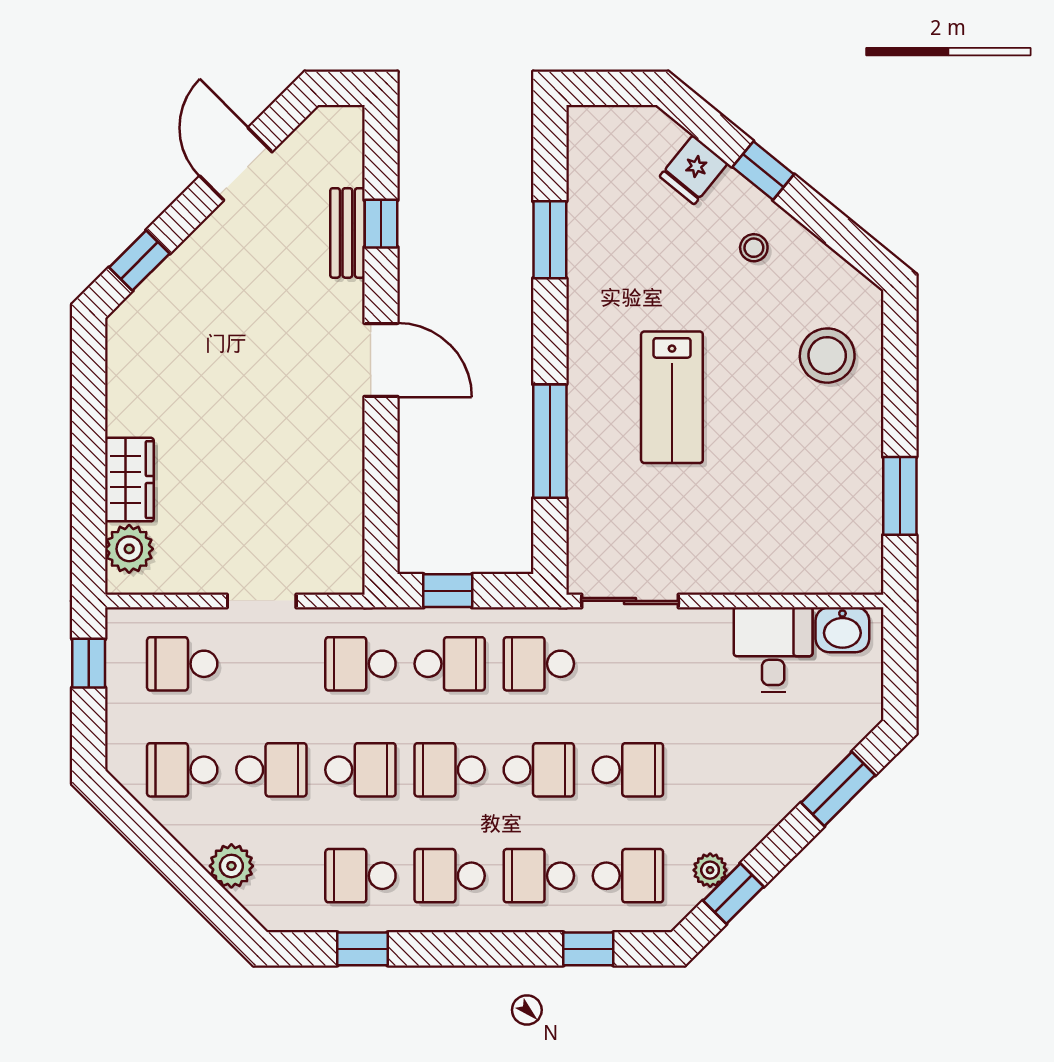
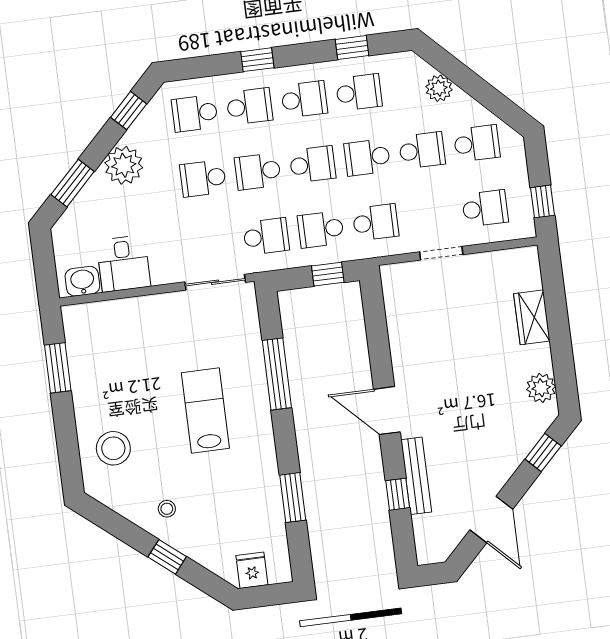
fridge: (694, 170) -> (252, 570), moved, turned -39
bench: (347, 233) -> (416, 476), width x1.36
plant: (129, 549) -> (541, 388), moved
school desk: (271, 770) -> (422, 150), turned 180
plant: (710, 870) -> (124, 165), moved, width x1.87, depth x1.87
window: (588, 949) -> (257, 60), moved

